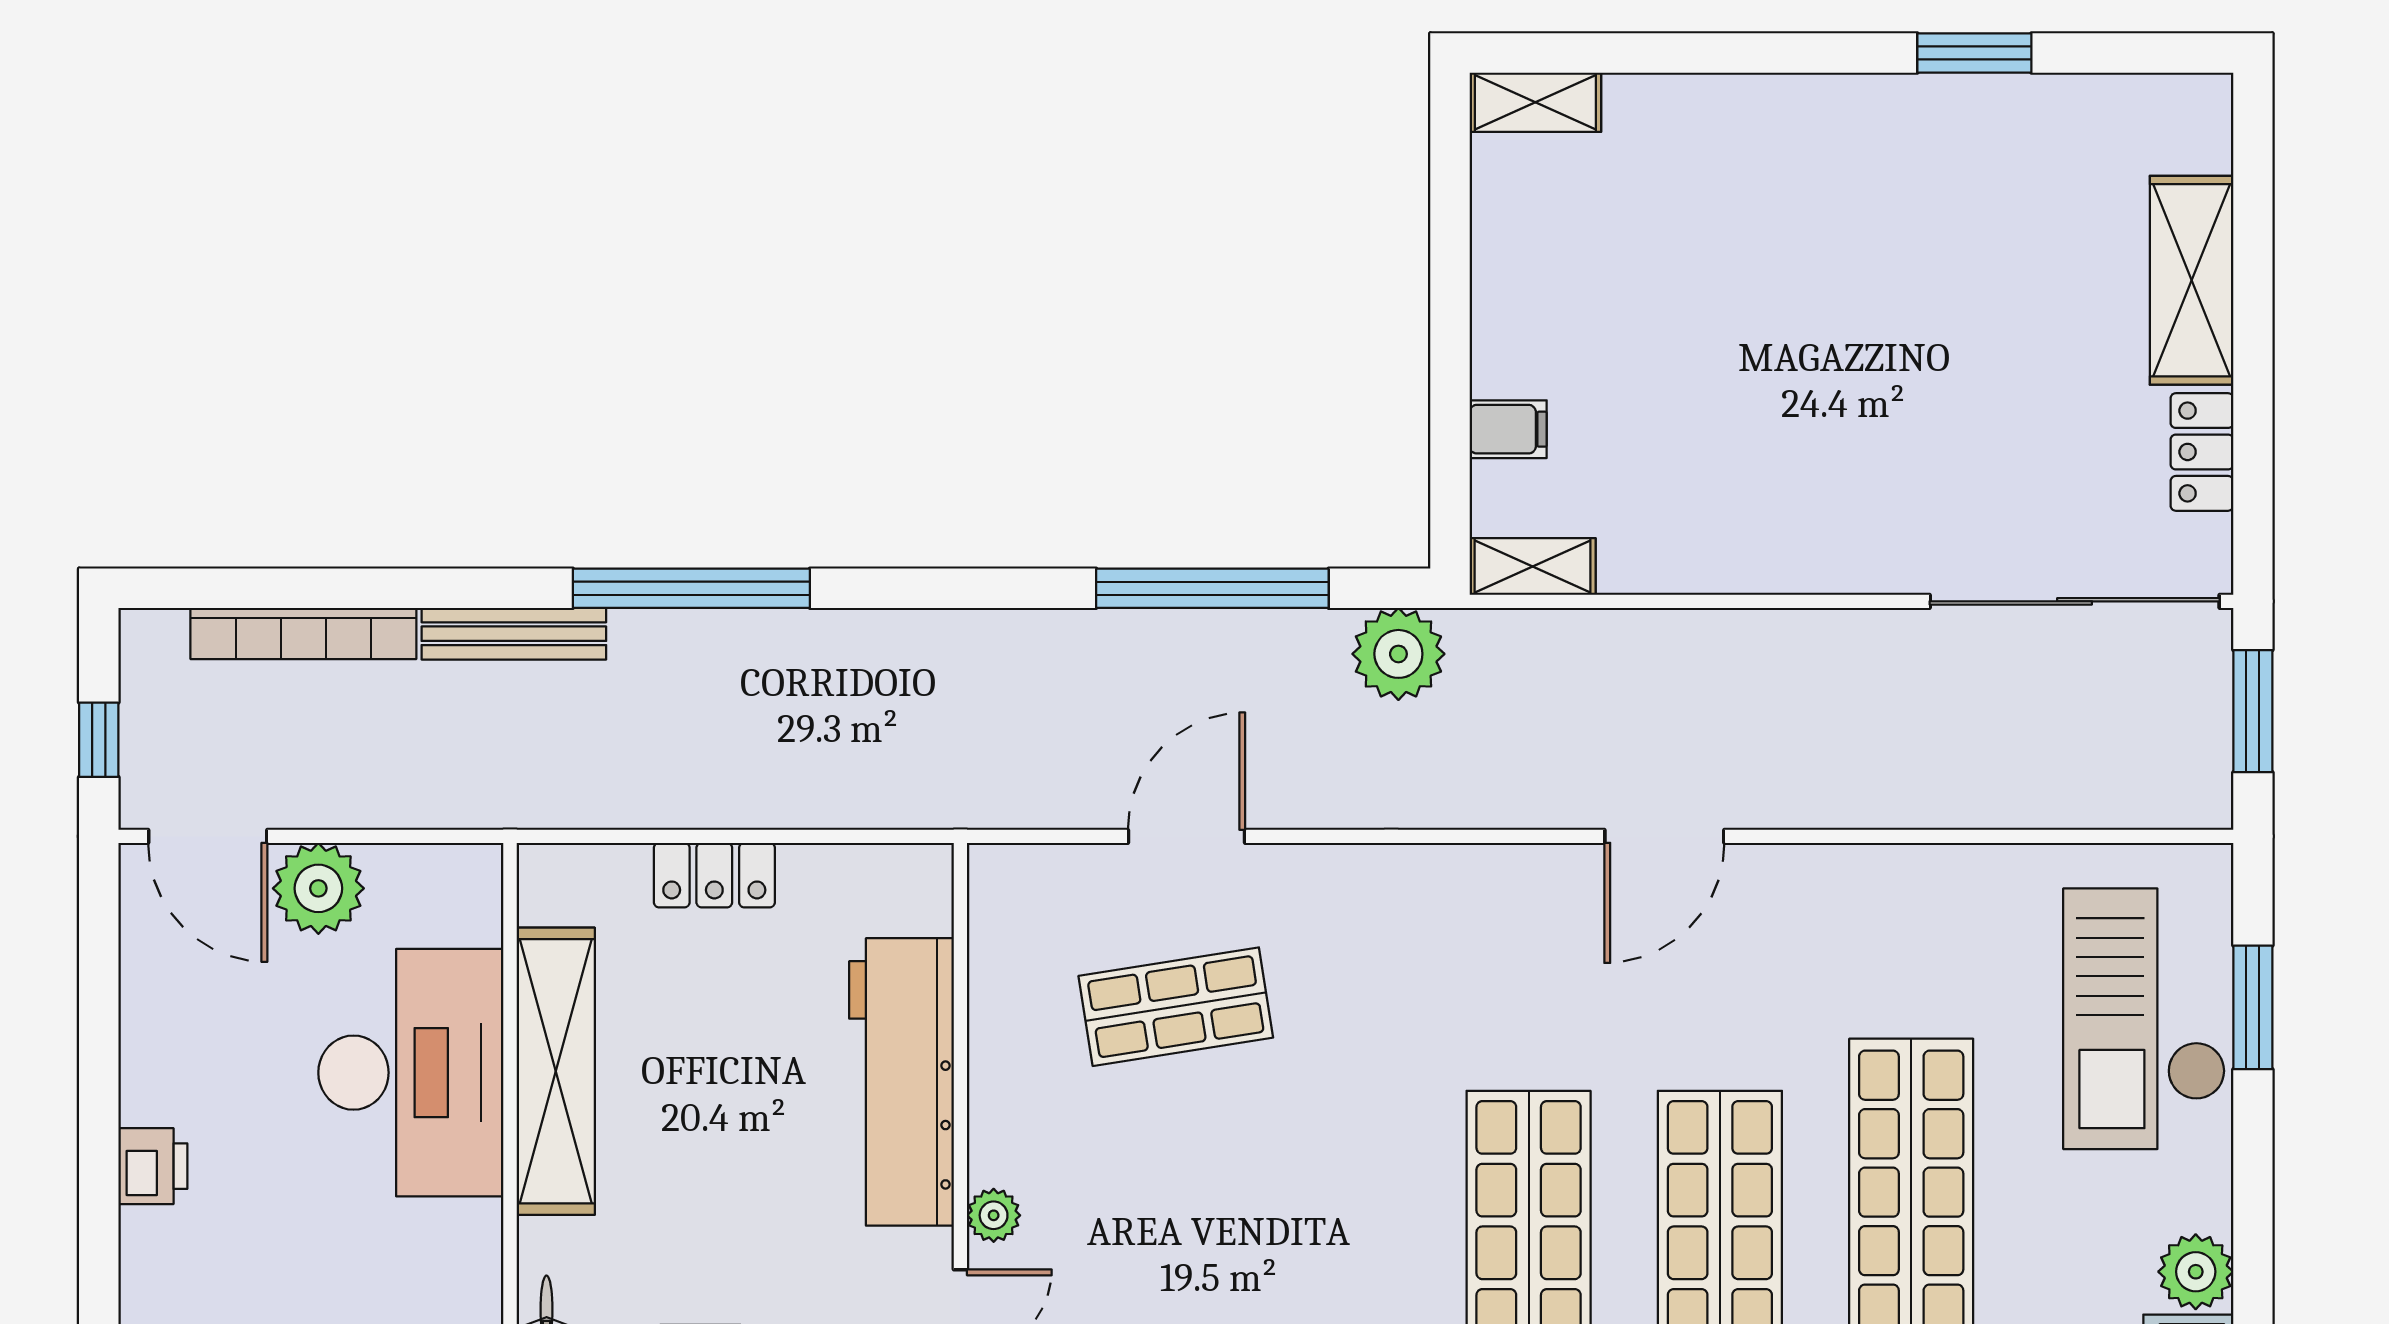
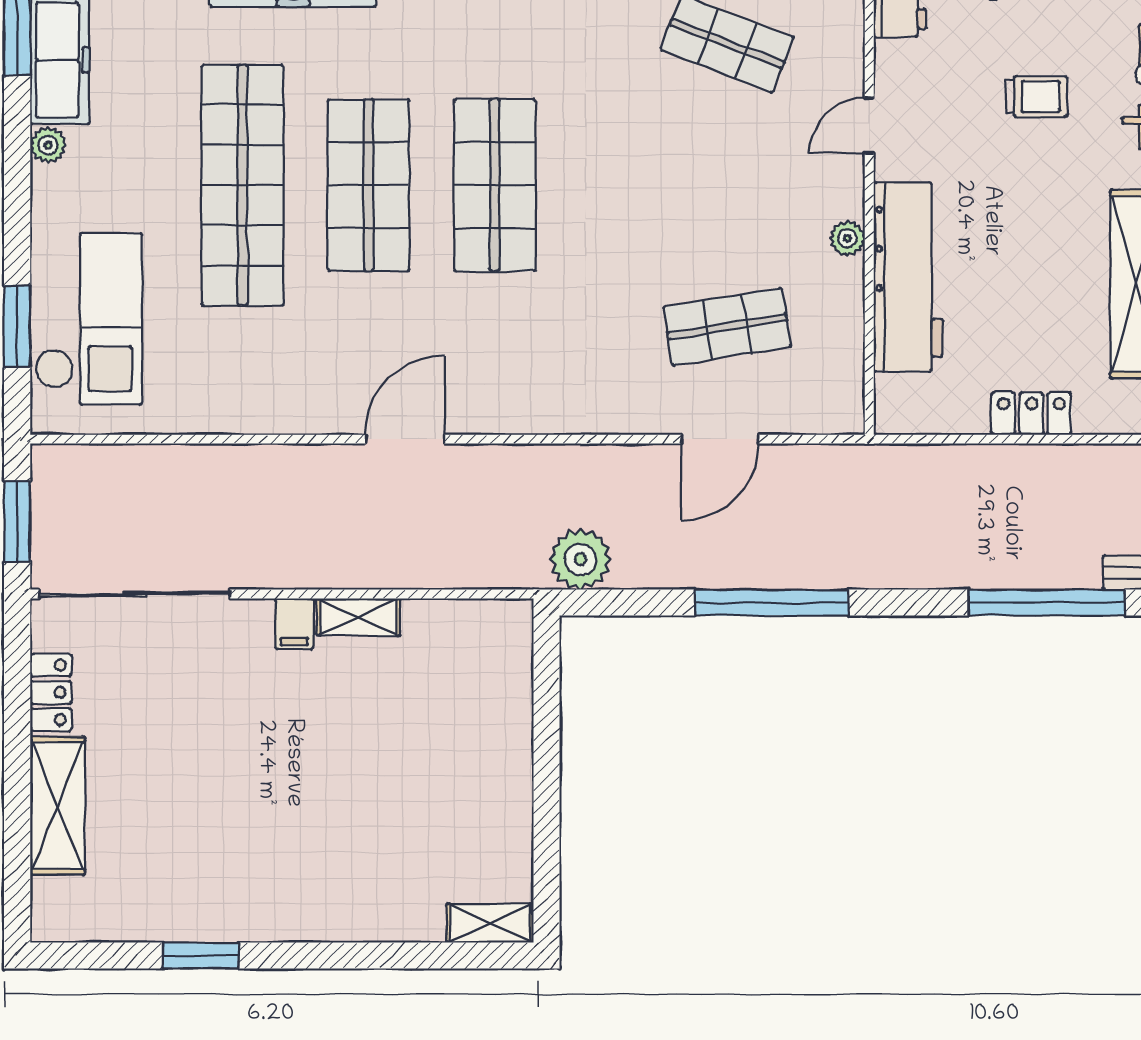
filing cabinet: (1508, 429) -> (294, 624), moved, turned -90
shelving: (1533, 566) -> (358, 617), moved
window: (1212, 588) -> (772, 603), moved
plant: (994, 1215) -> (847, 238), moved
plant: (2196, 1272) -> (48, 145), width x0.73, depth x0.73

